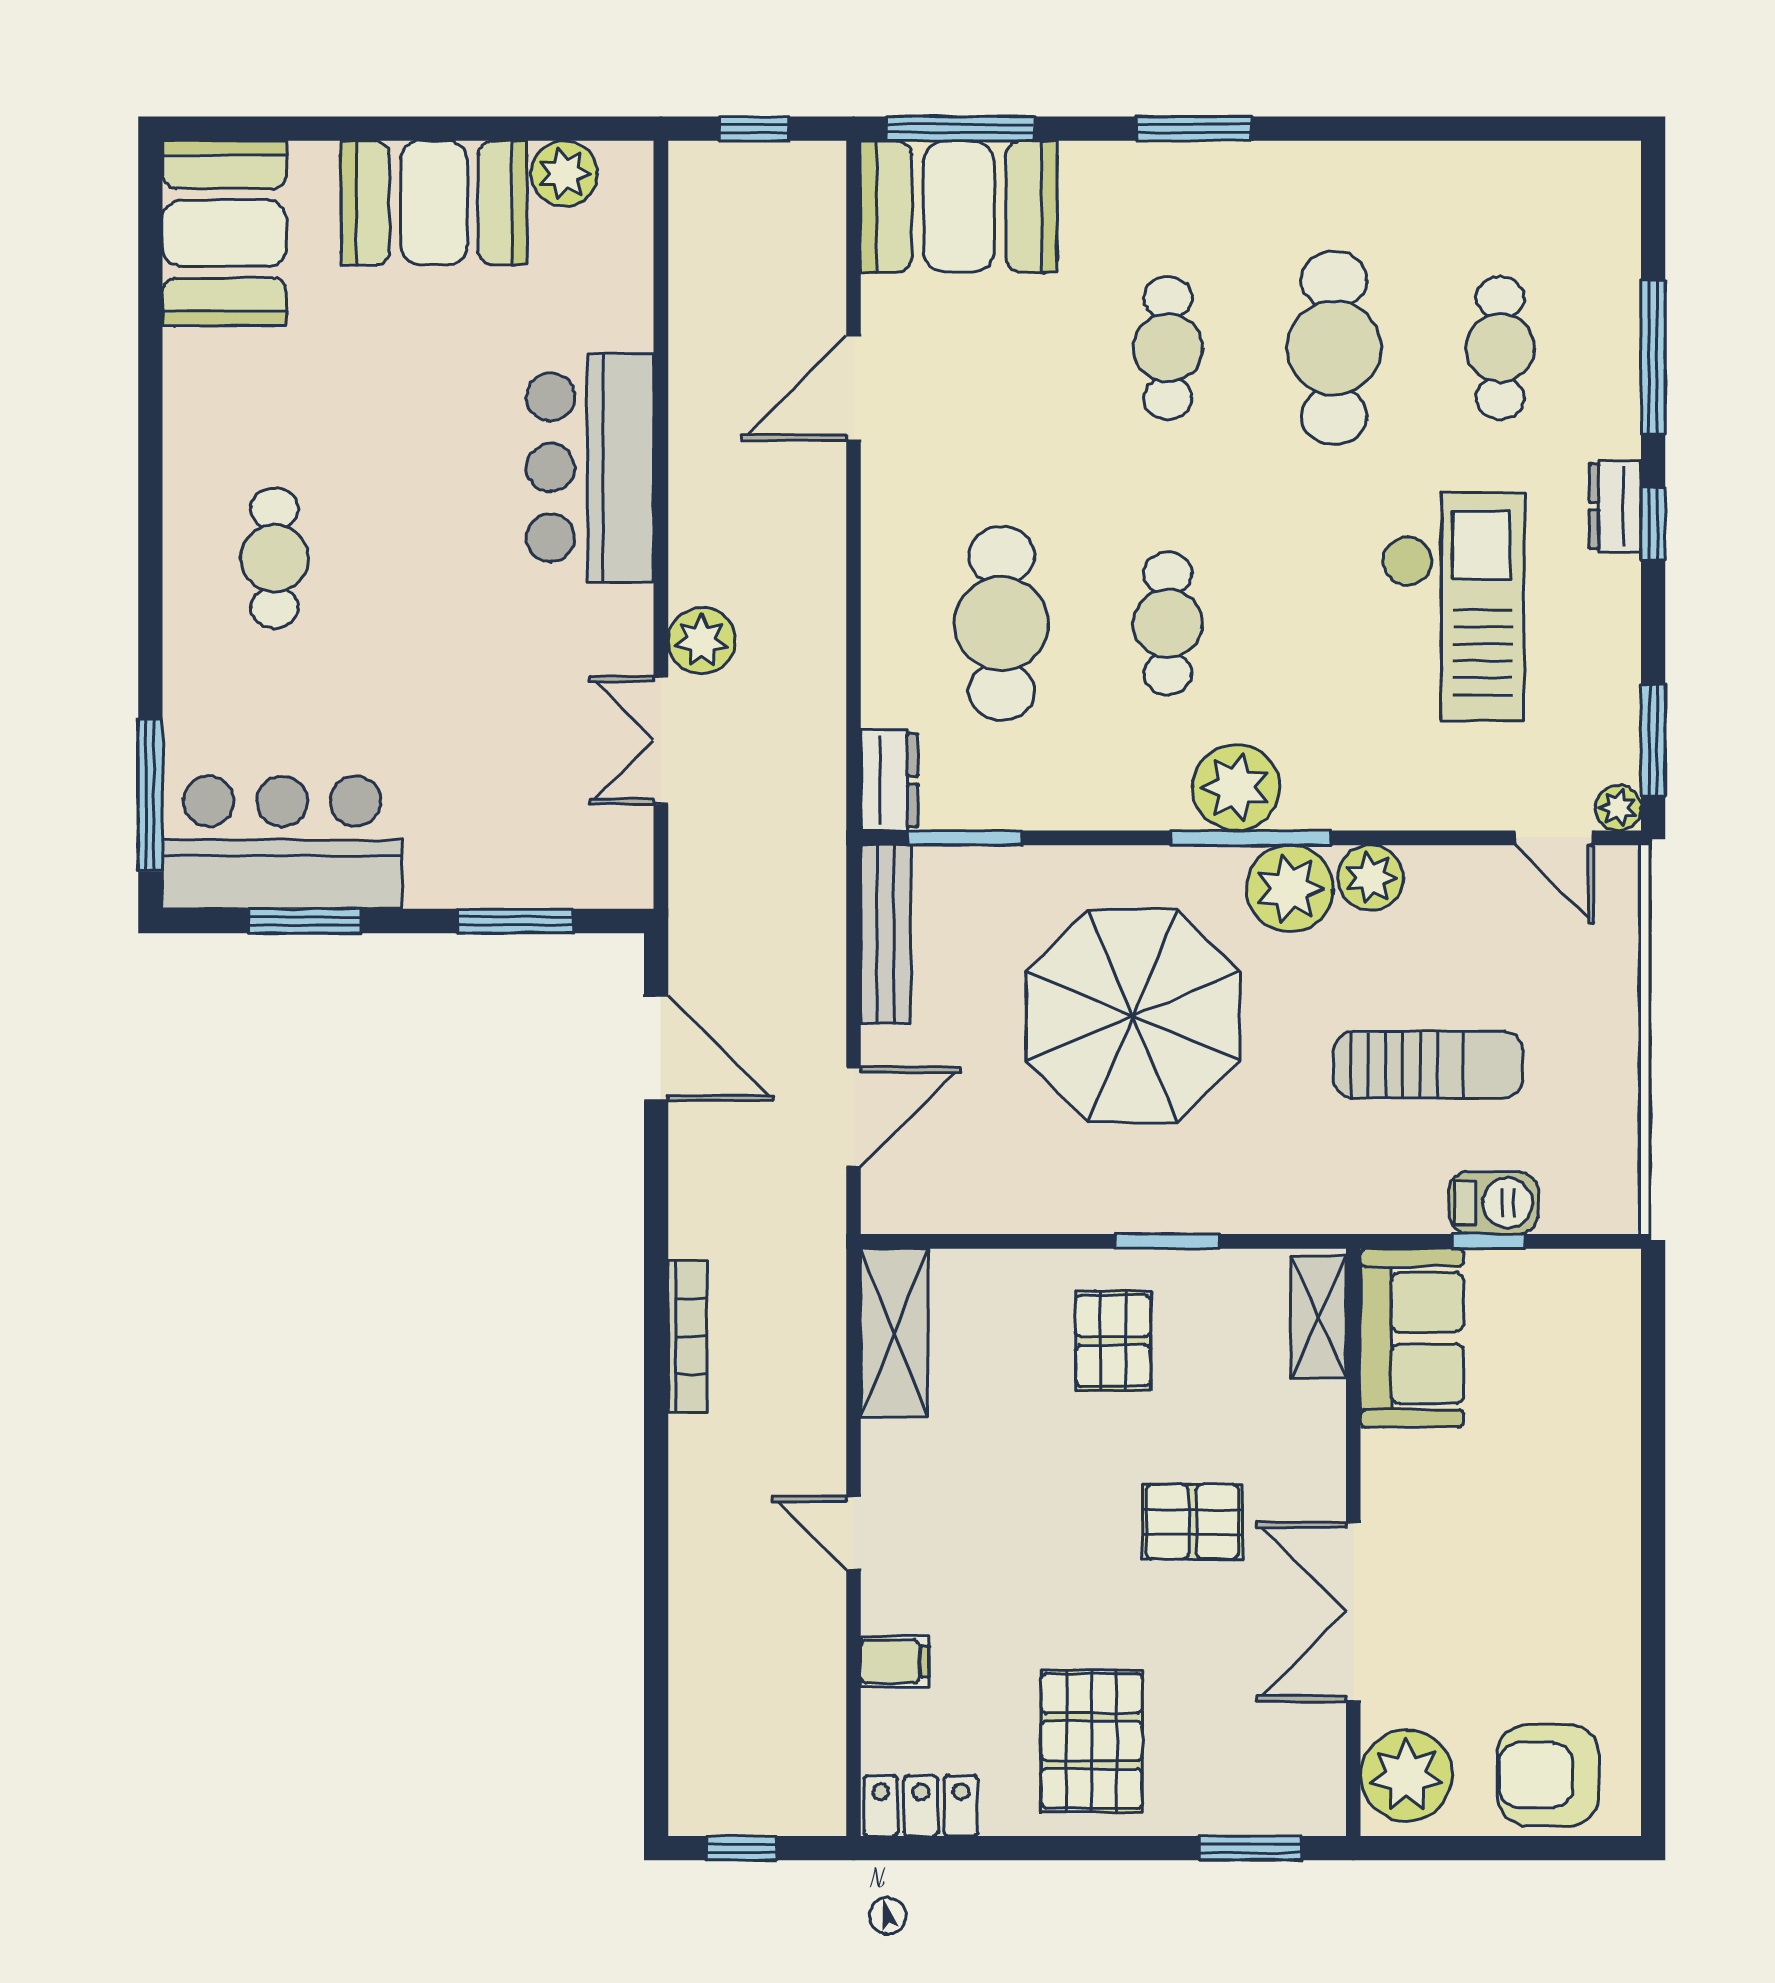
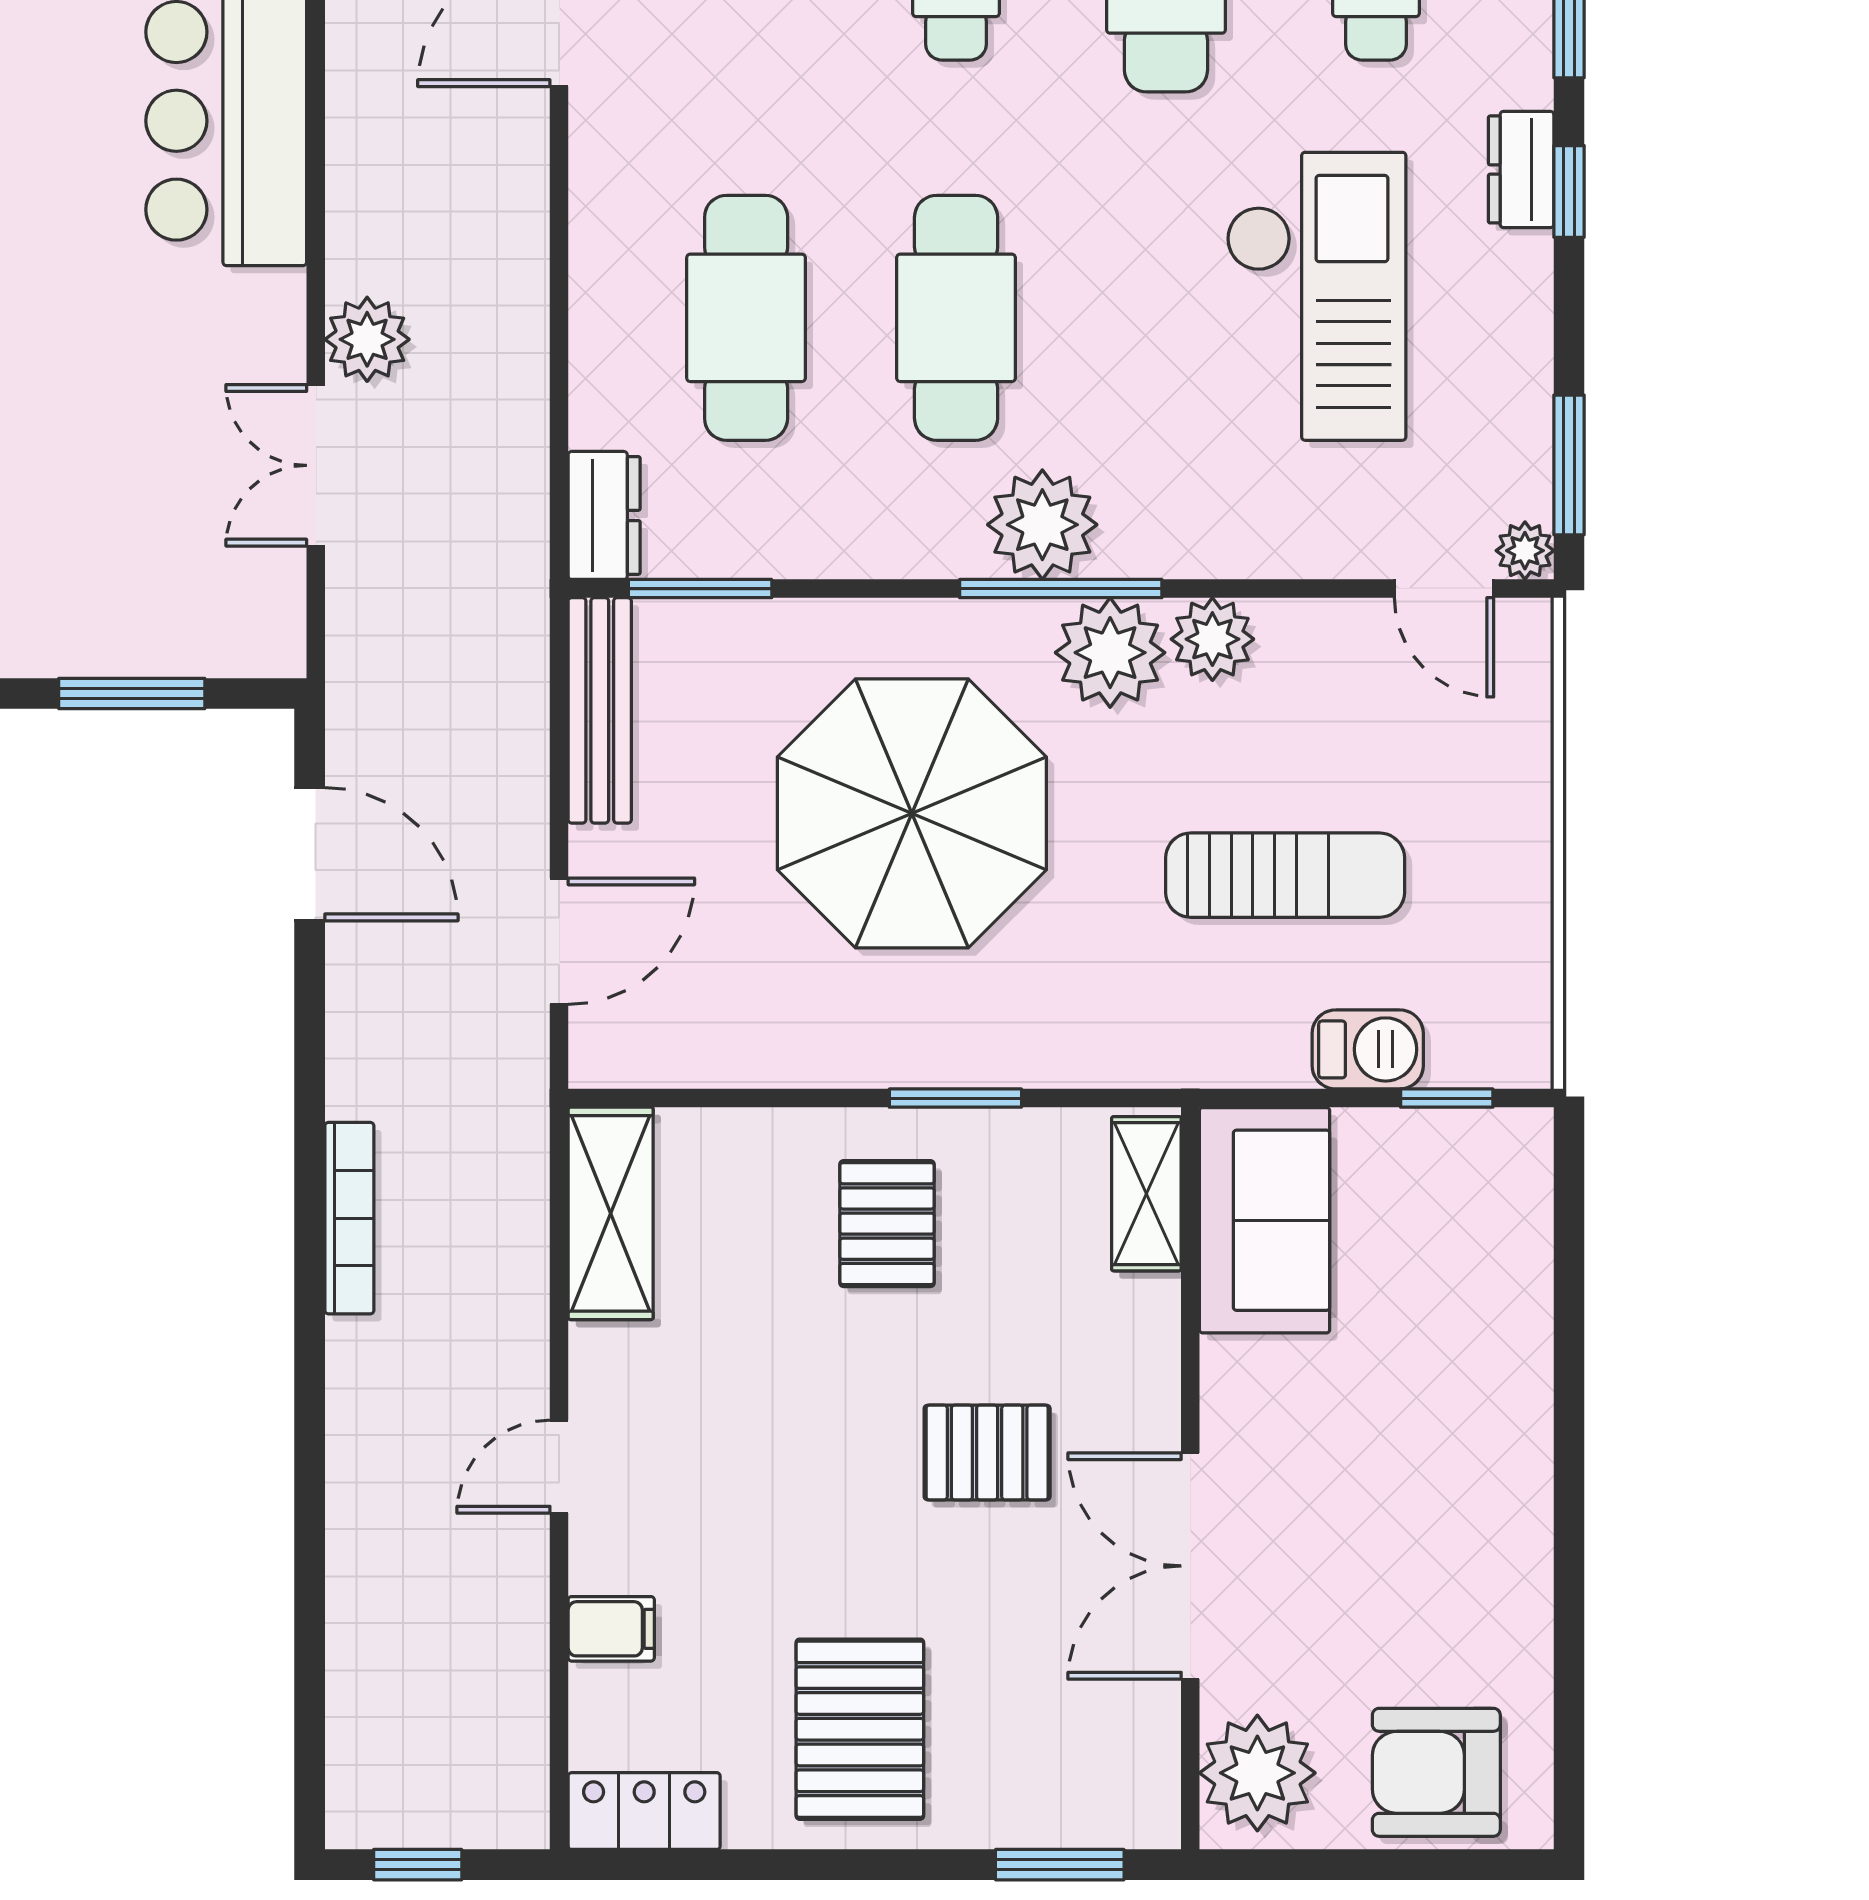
cafe table: (1168, 624) -> (956, 318), width x1.37, depth x1.35
window: (1488, 1241) -> (1447, 1098), moved
door: (854, 1533) -> (559, 1467), hinge flipped

